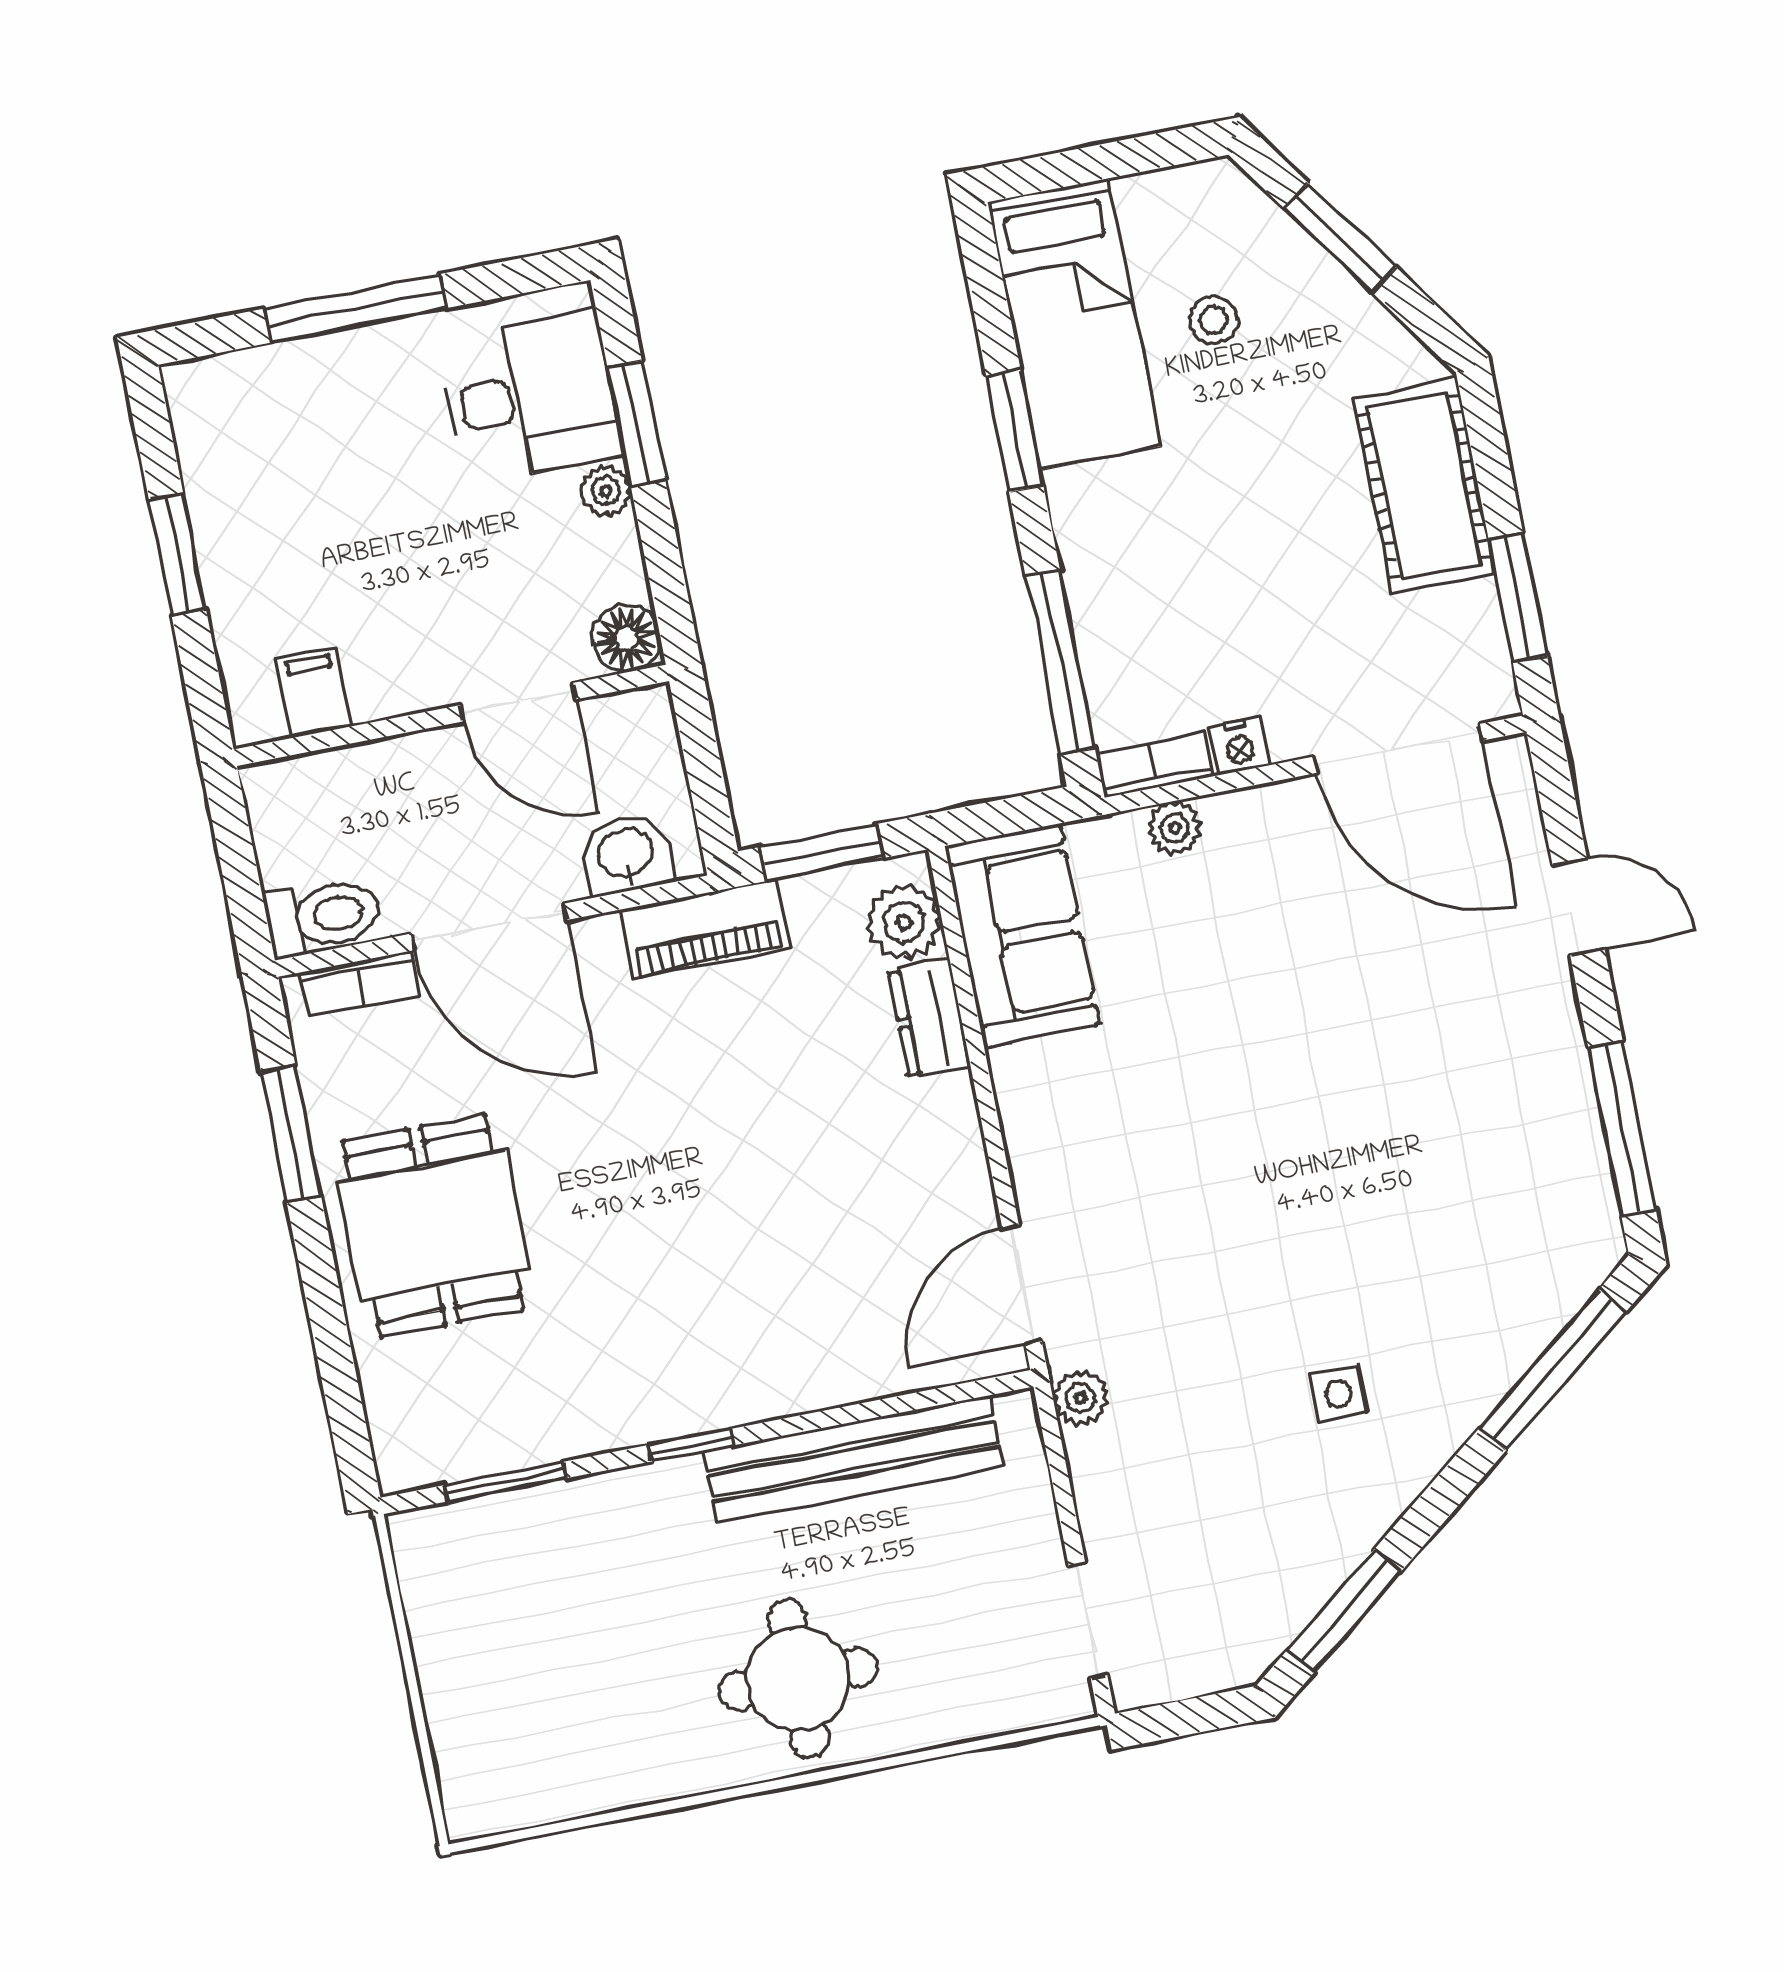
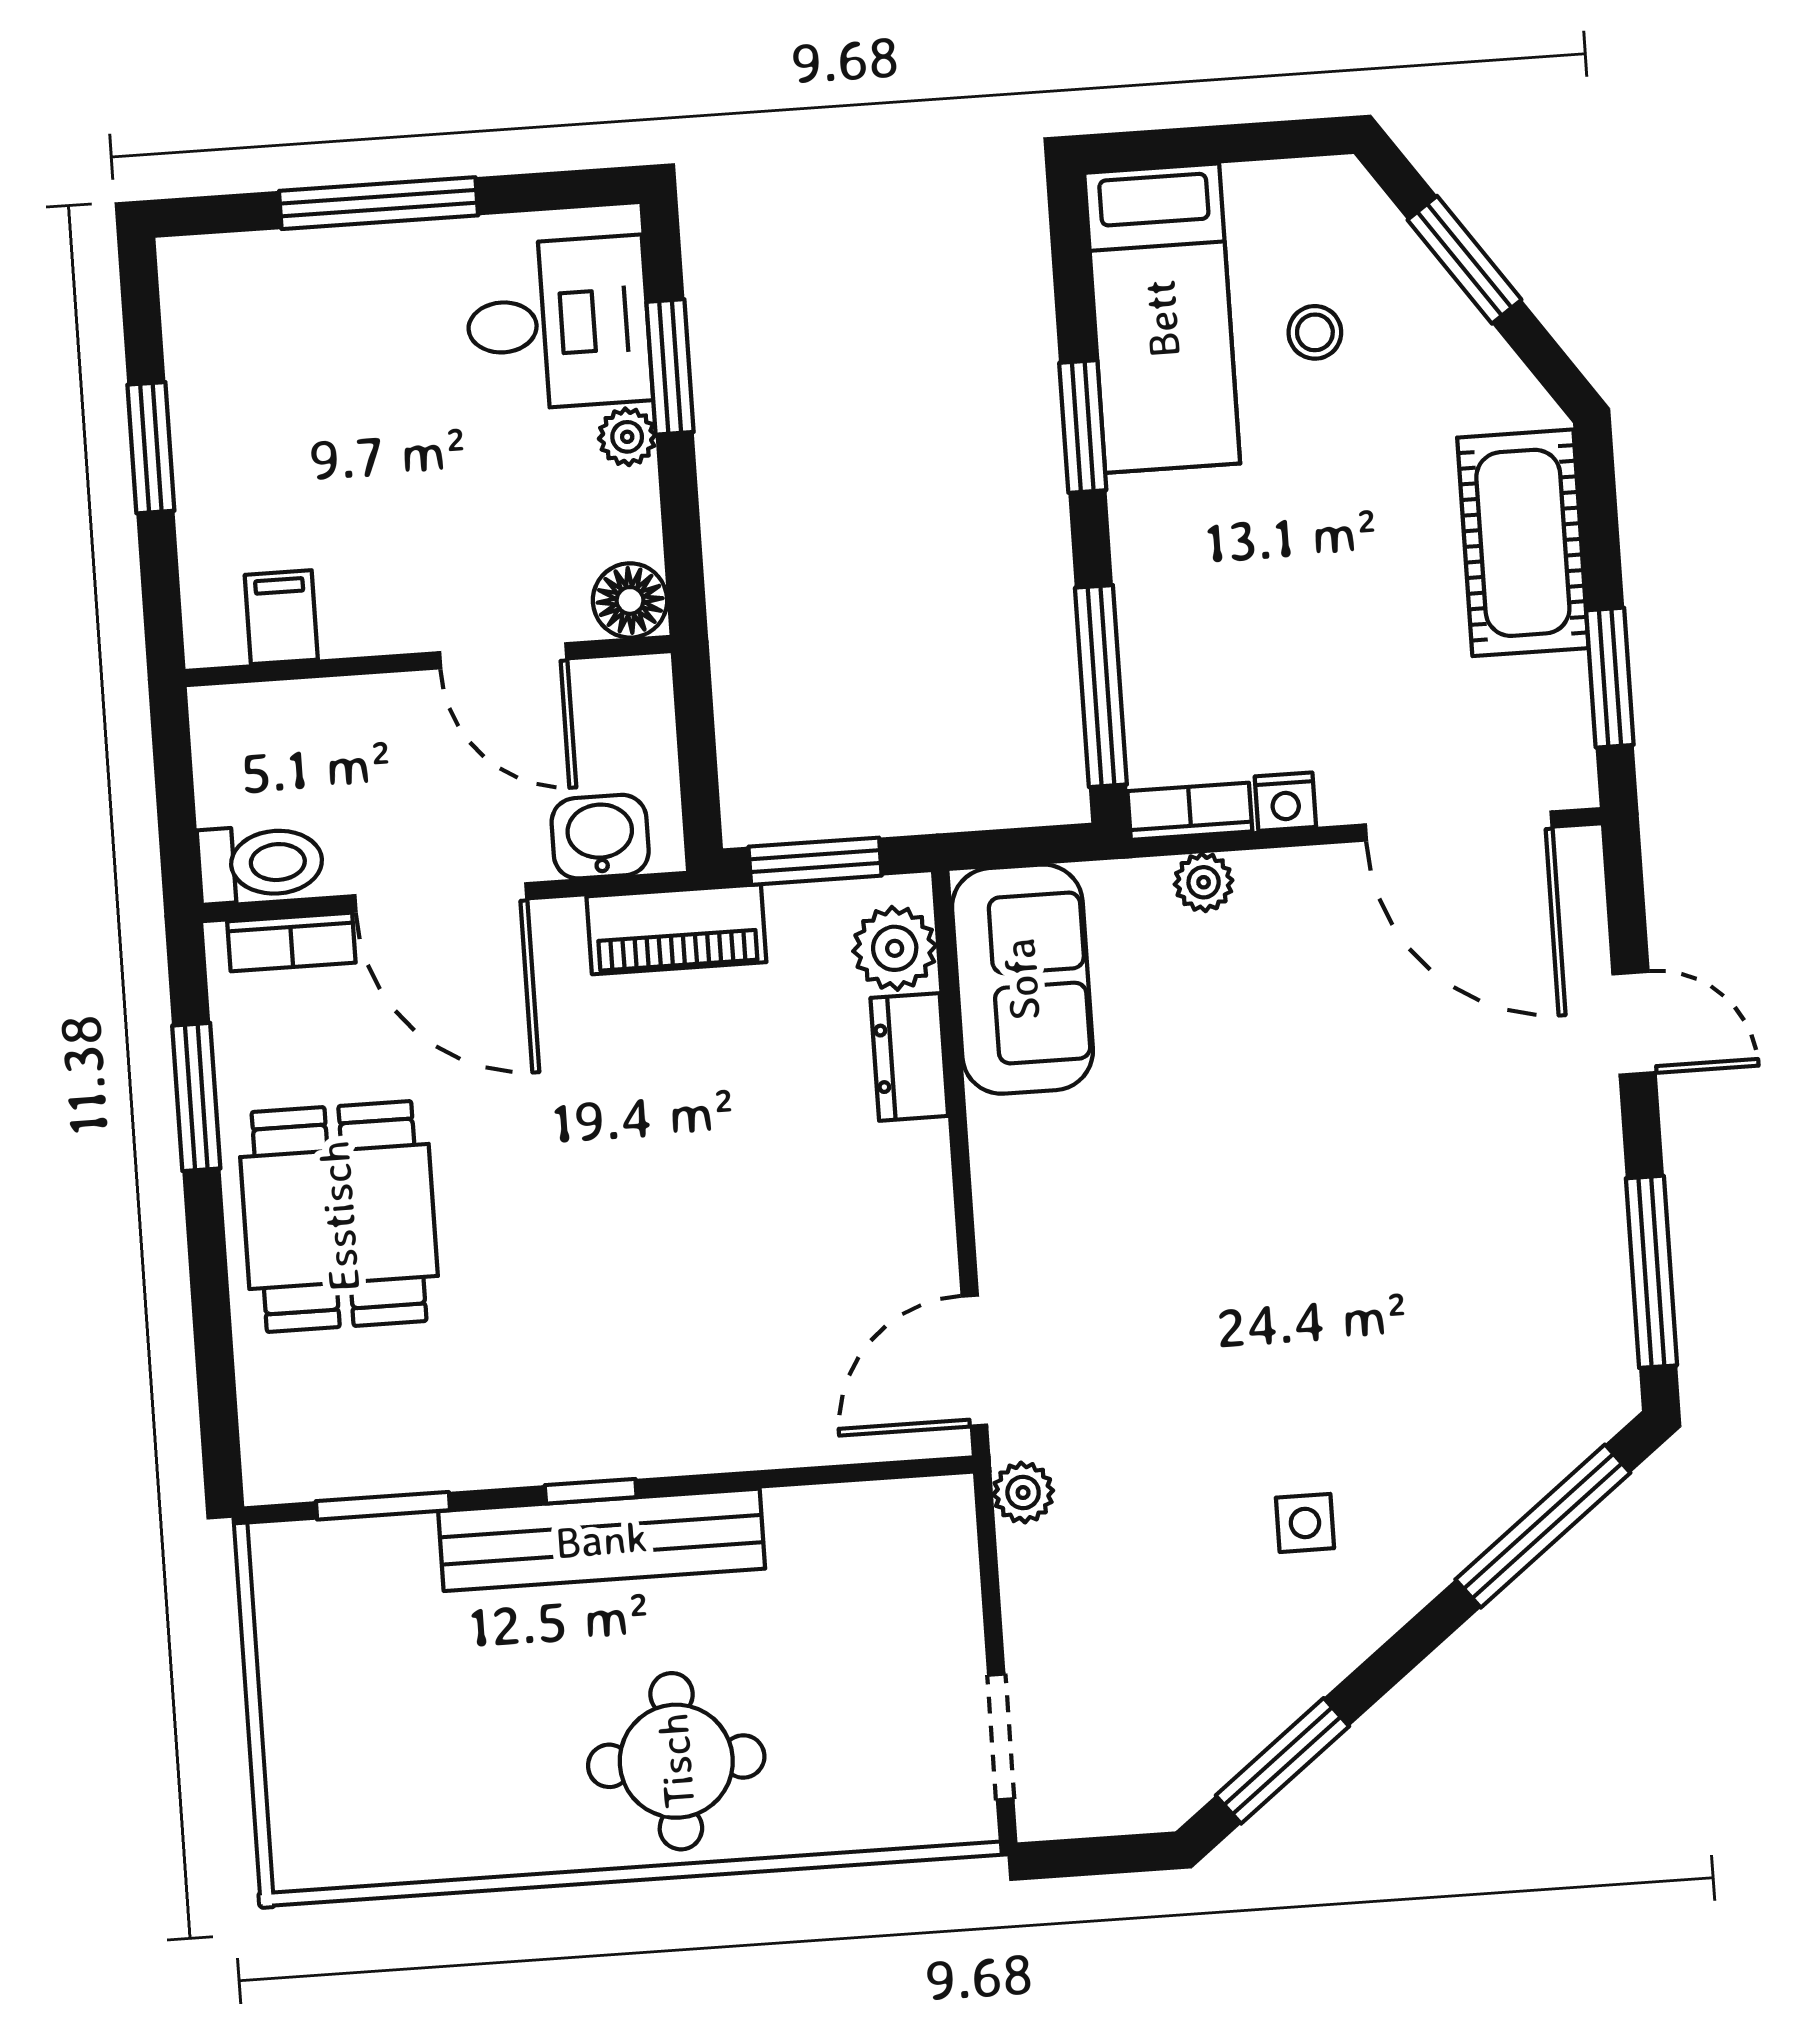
bench: (853, 1459) -> (602, 1540), moved

